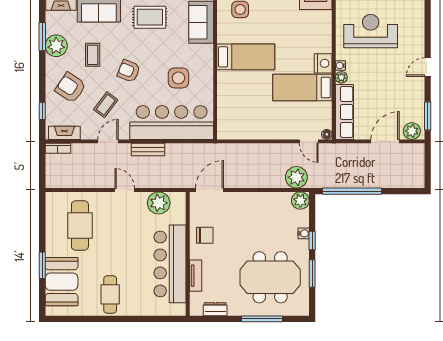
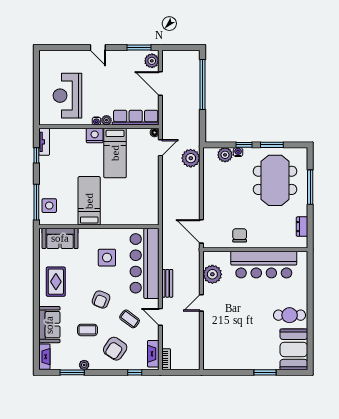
plant: (56, 46) -> (84, 365), width x0.53, depth x0.53
window: (352, 191) -> (202, 85), moved
plant: (300, 201) -> (225, 155), moved
cafe table: (80, 225) -> (231, 341), removed
tv unit: (196, 276) -> (274, 243), removed
booth: (62, 282) -> (294, 349), moved, turned 90

